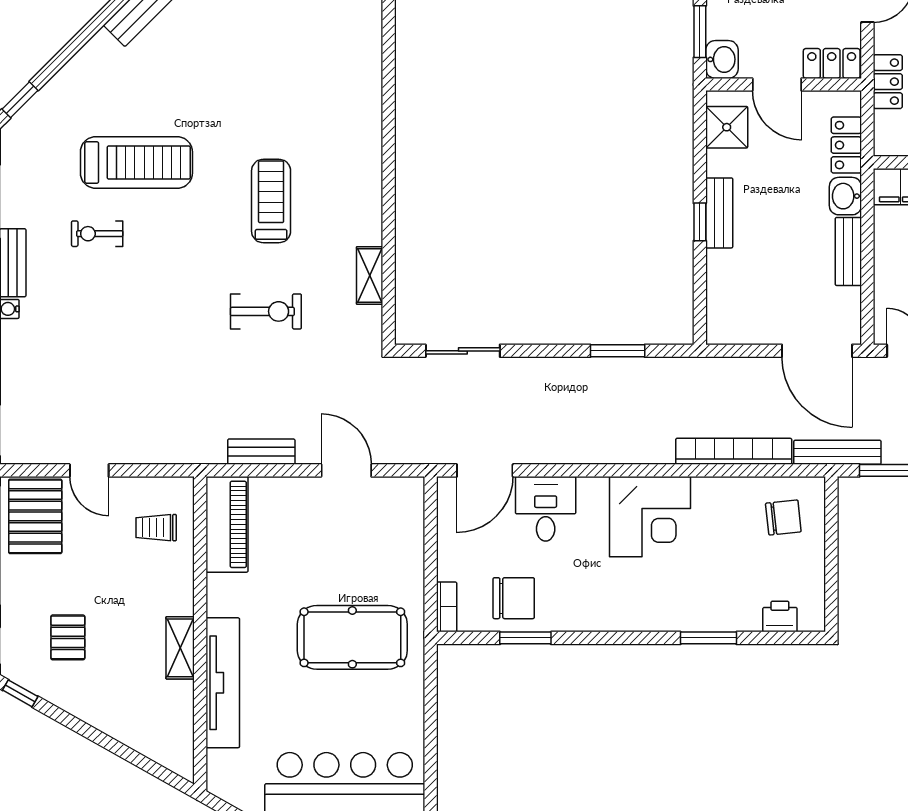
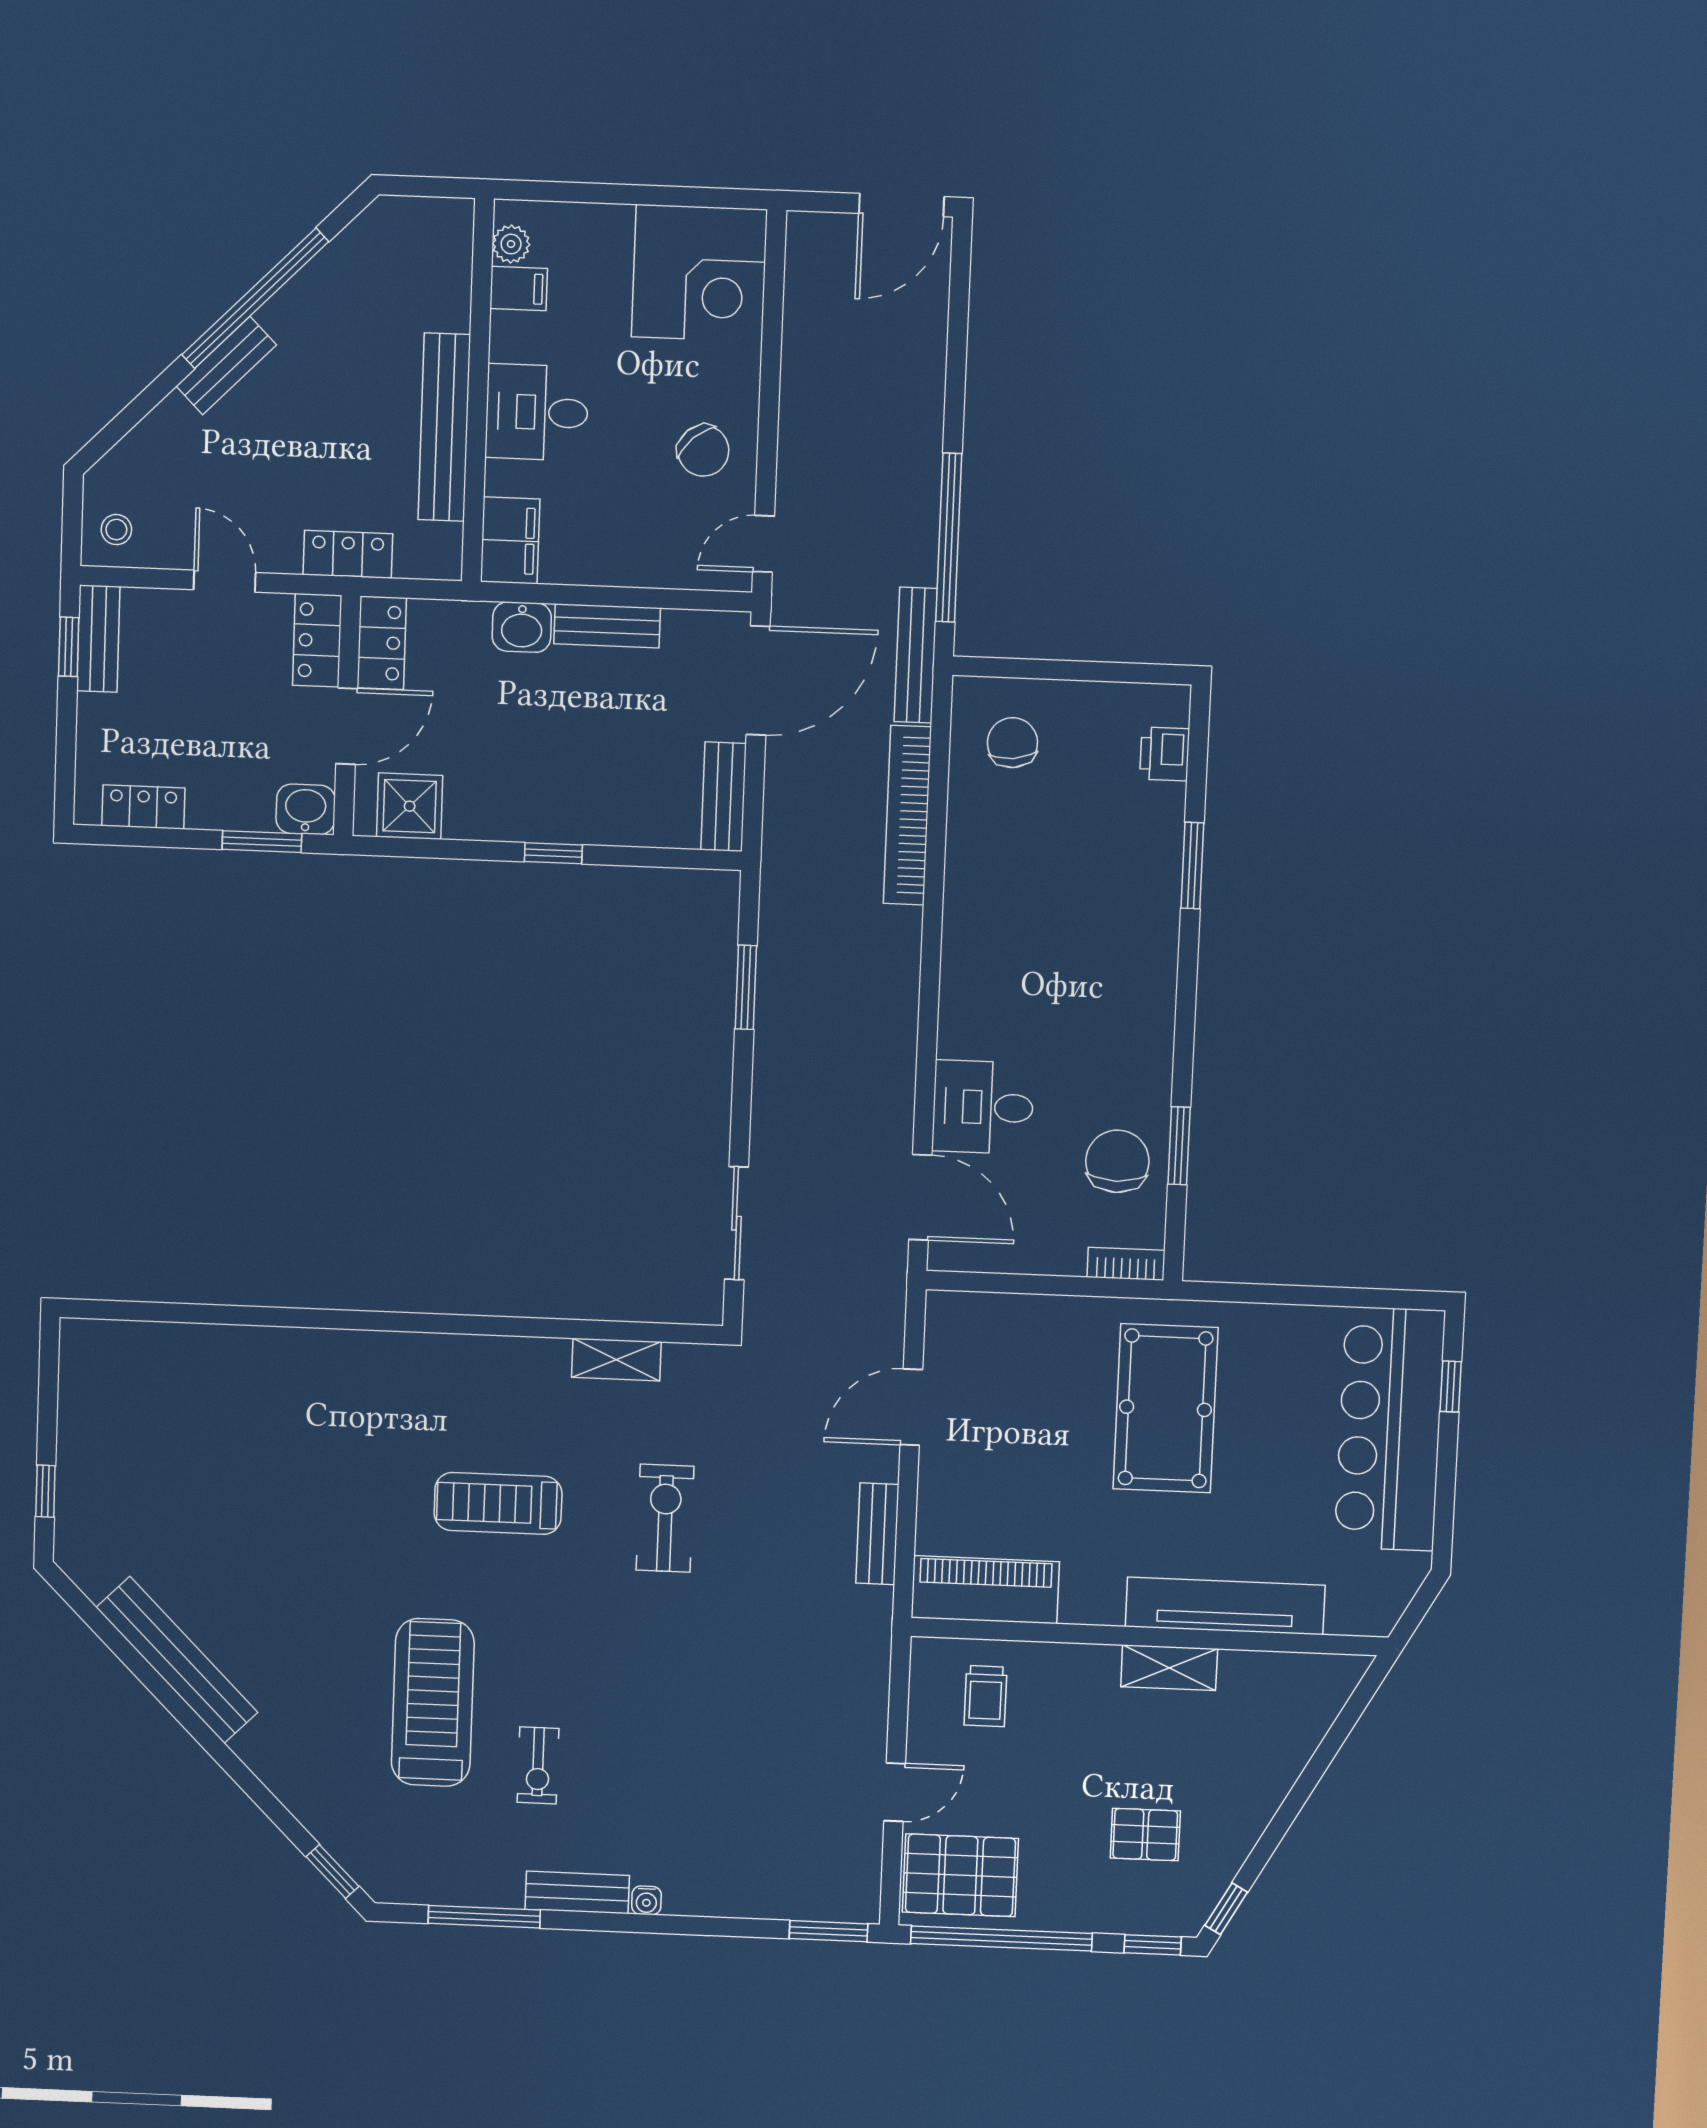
locker: (846, 145) -> (382, 643), moved, turned -90
bench: (719, 213) -> (724, 797), moved, turned 90
corner desk: (650, 517) -> (1002, 948), removed

